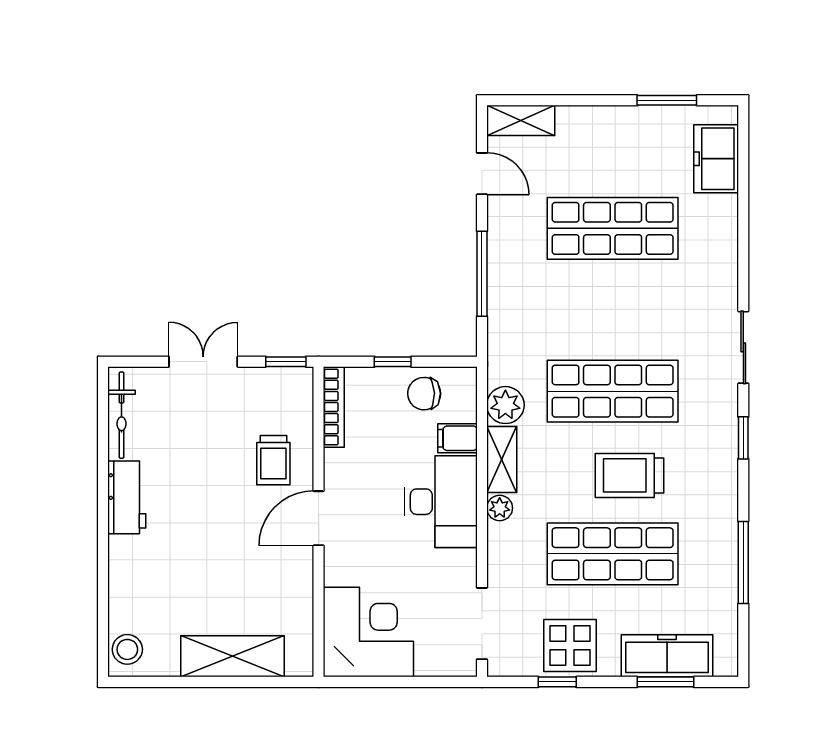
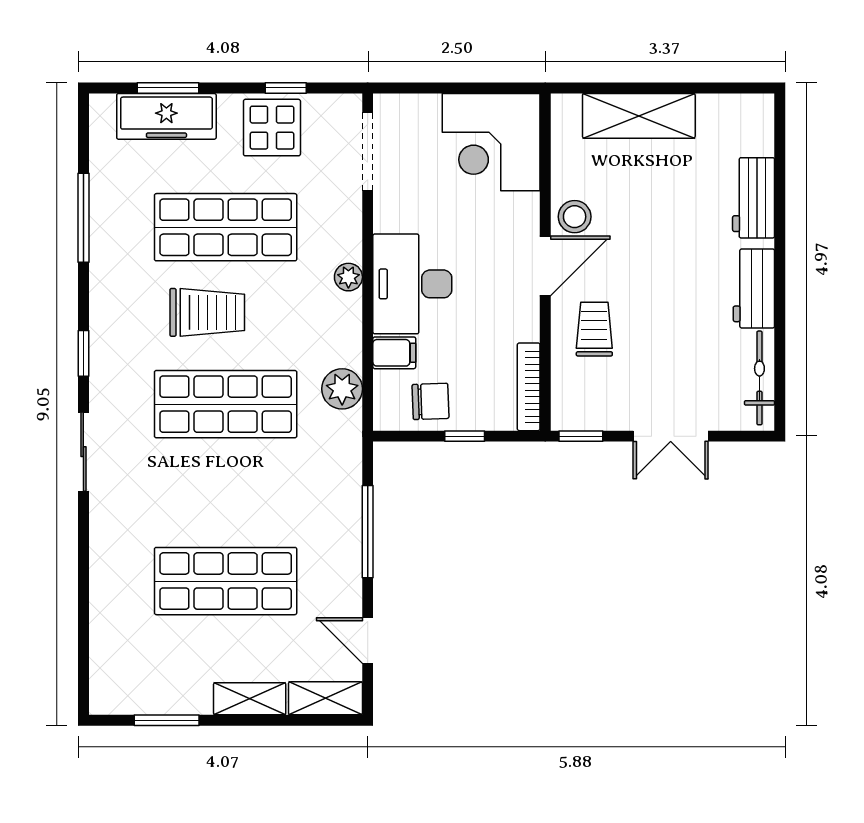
freezer: (716, 159) -> (113, 657), removed
shelving: (502, 459) -> (250, 699), moved, turned 90
workbench: (127, 581) -> (754, 198), added
stool: (127, 649) -> (575, 217), moved

